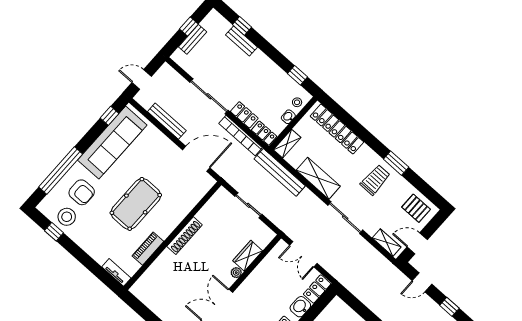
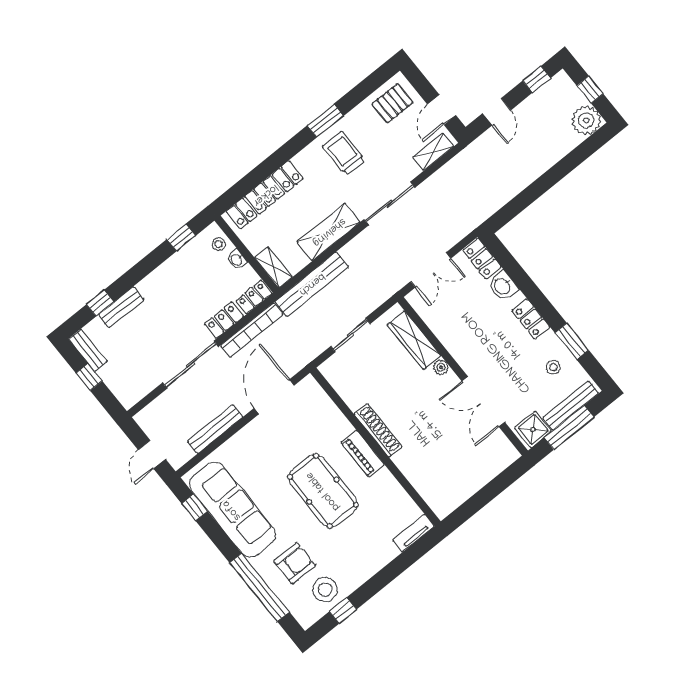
bench: (193, 39) -> (88, 350), moved
piano: (148, 249) -> (363, 454), moved
wardrobe: (248, 256) -> (414, 340), width x1.50

